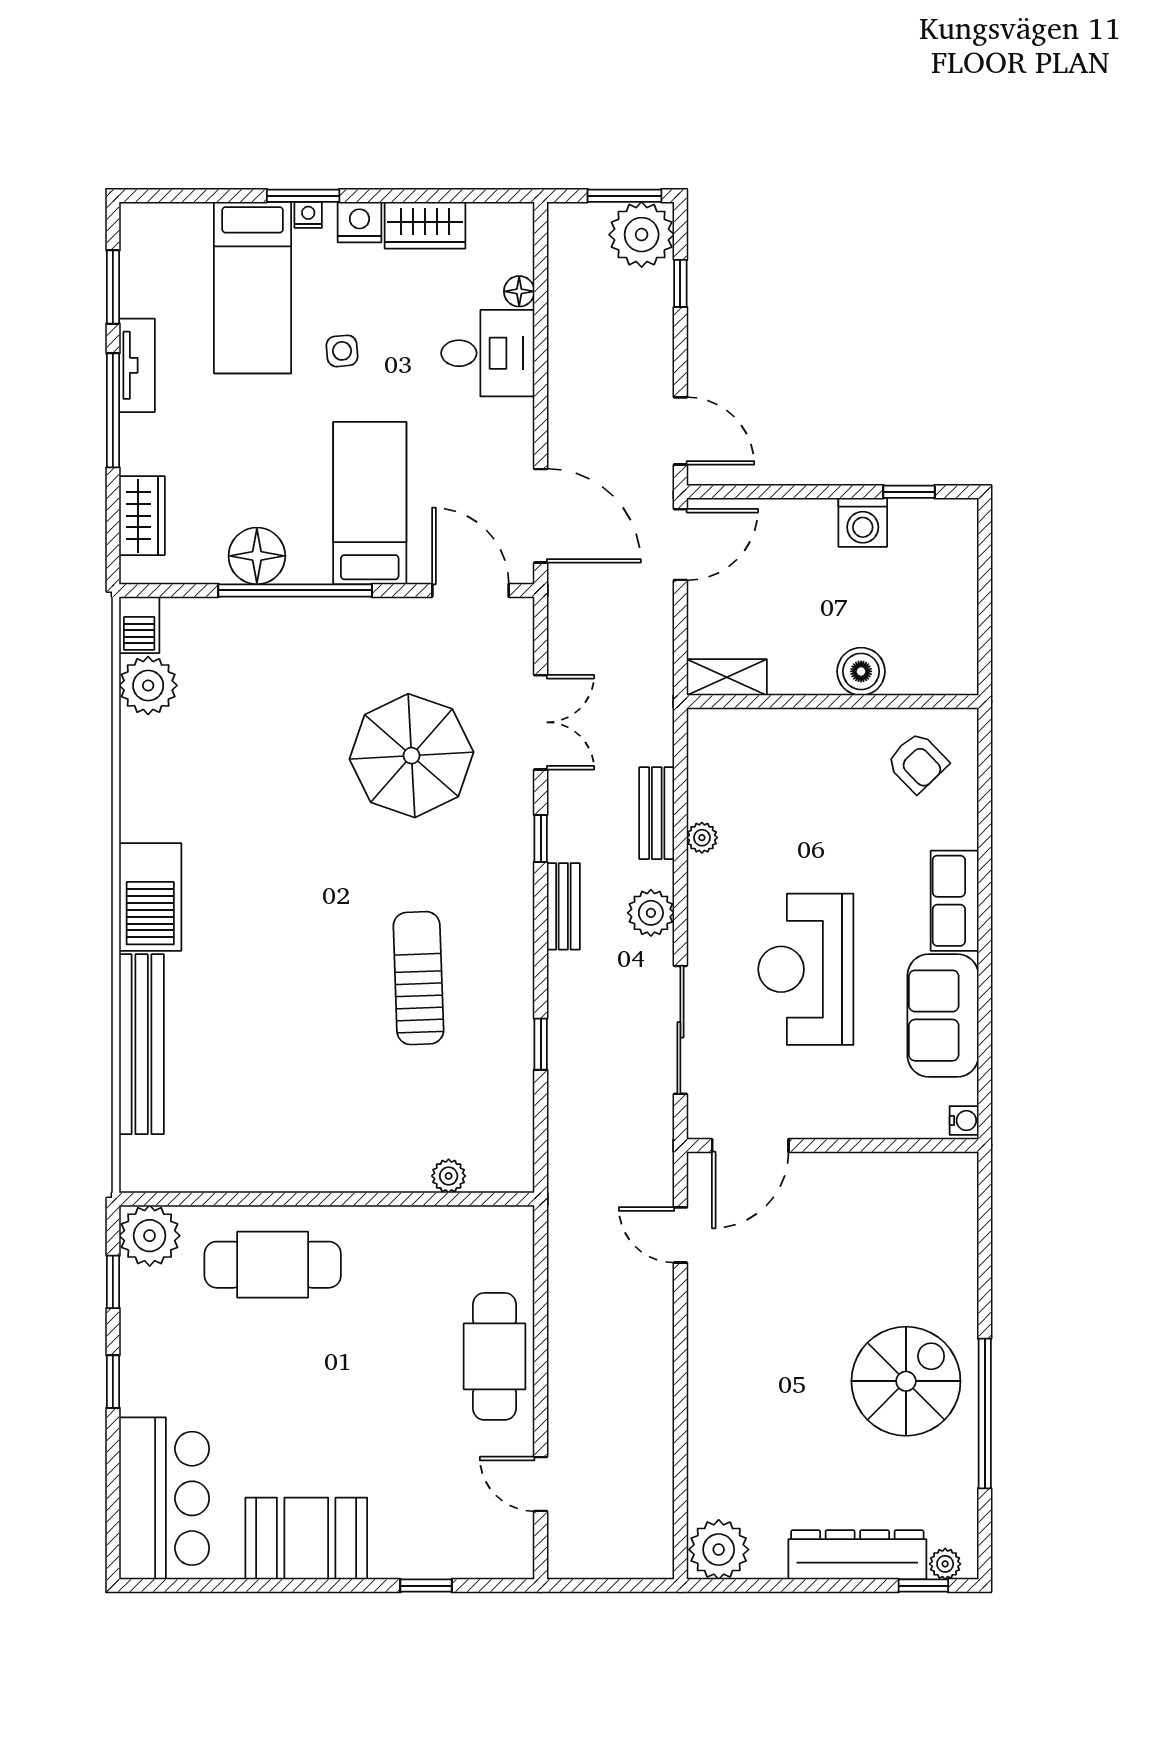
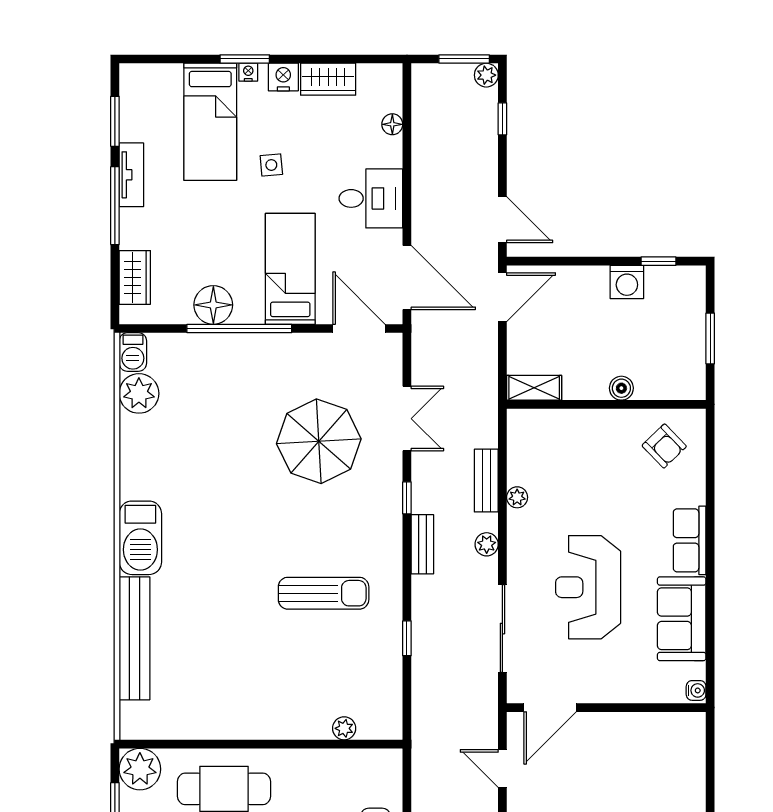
plant: (642, 235) -> (486, 75), width x0.53, depth x0.53
desk: (488, 353) -> (371, 198), moved
window: (985, 605) -> (710, 338), added
boiler: (861, 671) -> (621, 388), width x0.73, depth x0.73
plant: (651, 913) -> (487, 544), width x0.73, depth x0.73
sun lounger: (418, 978) -> (324, 593), turned 92

